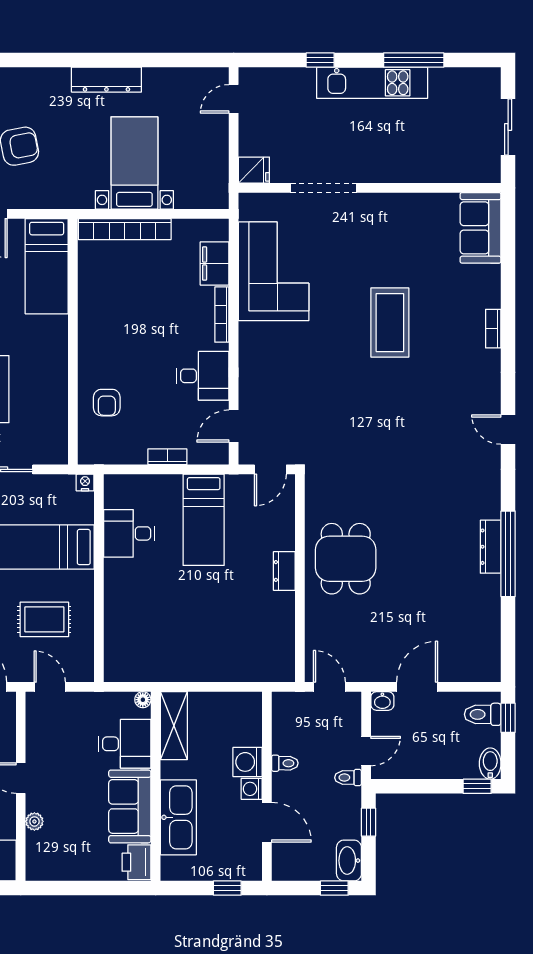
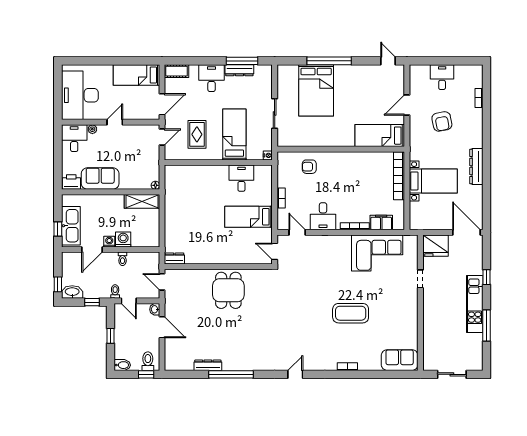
door: (234, 99) -> (466, 232), width x1.88
fridge: (254, 170) -> (435, 246), width x1.88, depth x1.34
doorway: (324, 188) -> (420, 279), width x0.53
dresser: (491, 547) -> (208, 365), moved
dining table: (346, 559) -> (228, 290), turned 90
dresser: (284, 571) -> (174, 259), moved
door: (329, 687) -> (162, 282), swing flipped
desk: (125, 744) -> (74, 138), moved, turned 180
window: (477, 786) -> (111, 336), moved
kitchen sink: (178, 817) -> (71, 226), moved, turned -90

